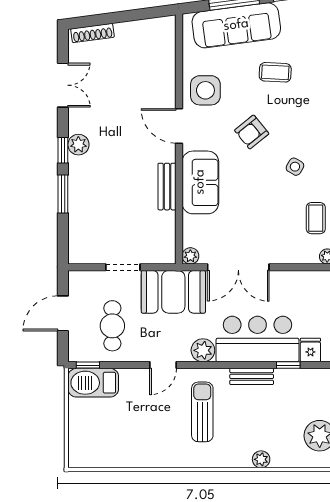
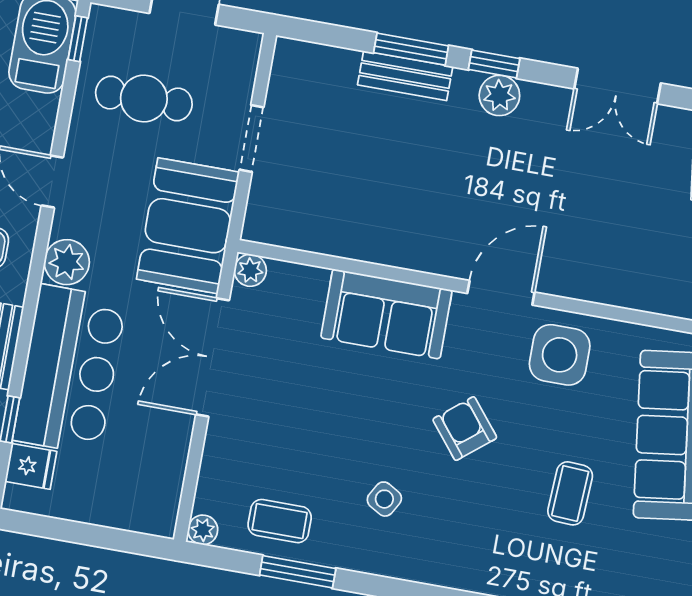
bench: (167, 187) -> (405, 76), moved

